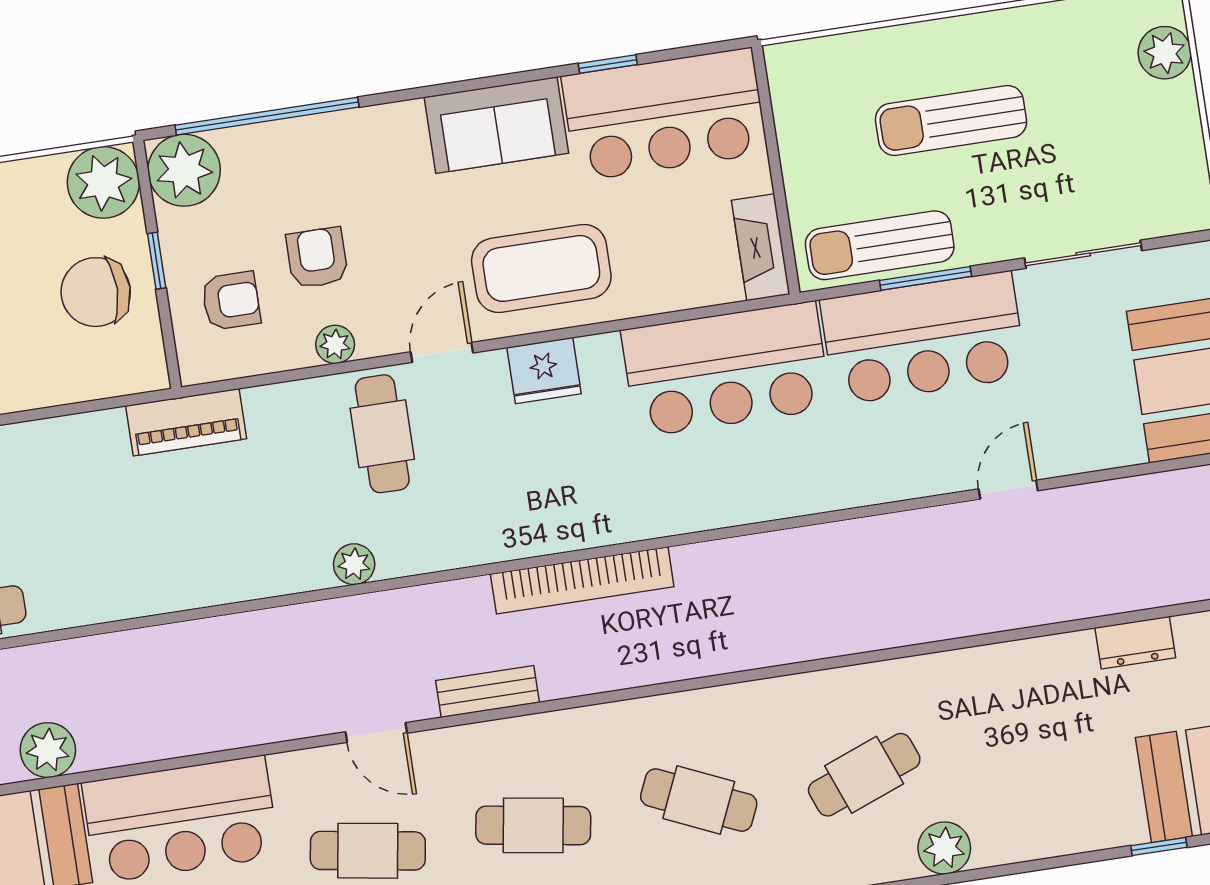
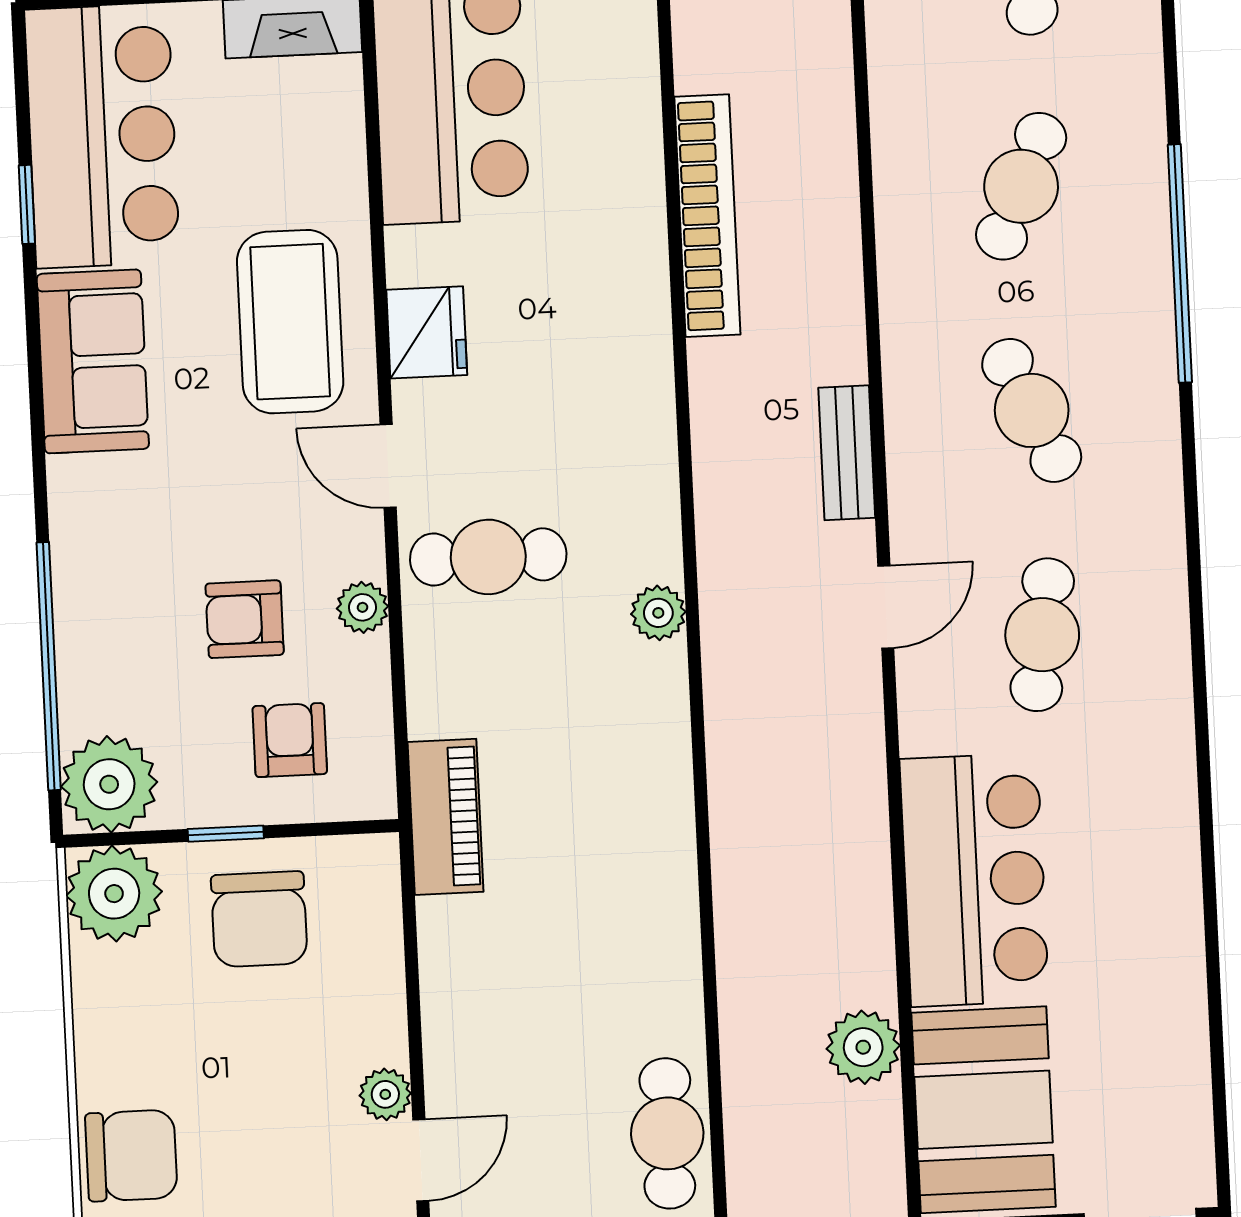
bookcase: (582, 580) -> (707, 216), moved
cafe table: (533, 825) -> (1032, 410), turned -33

